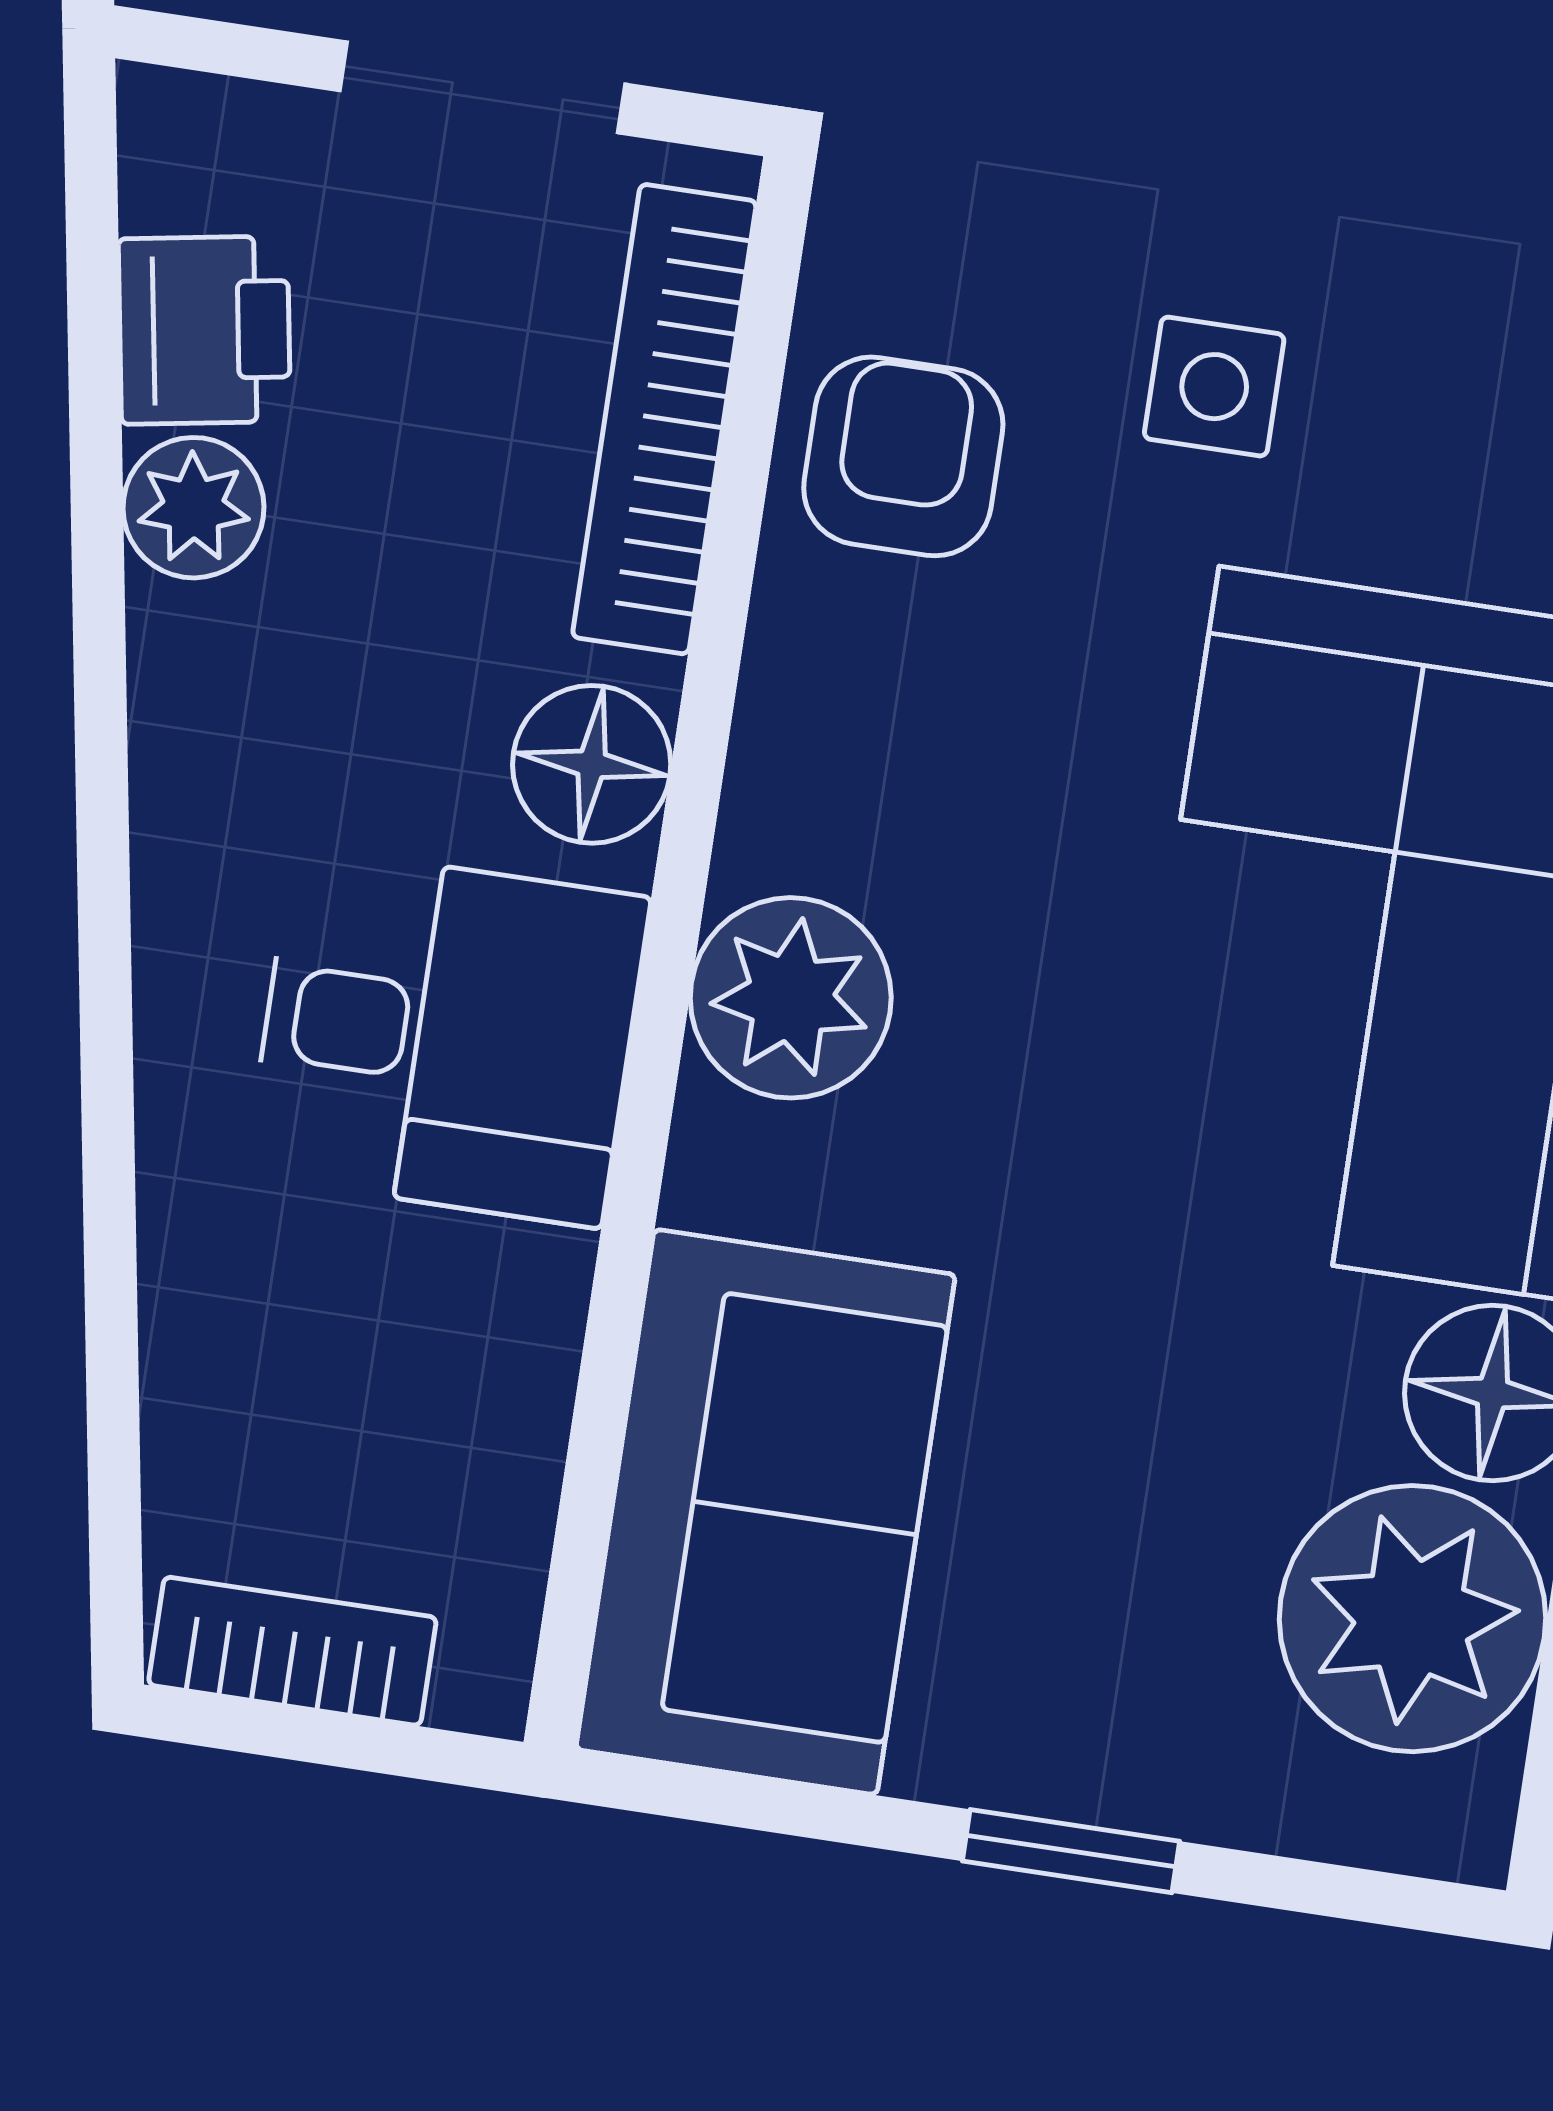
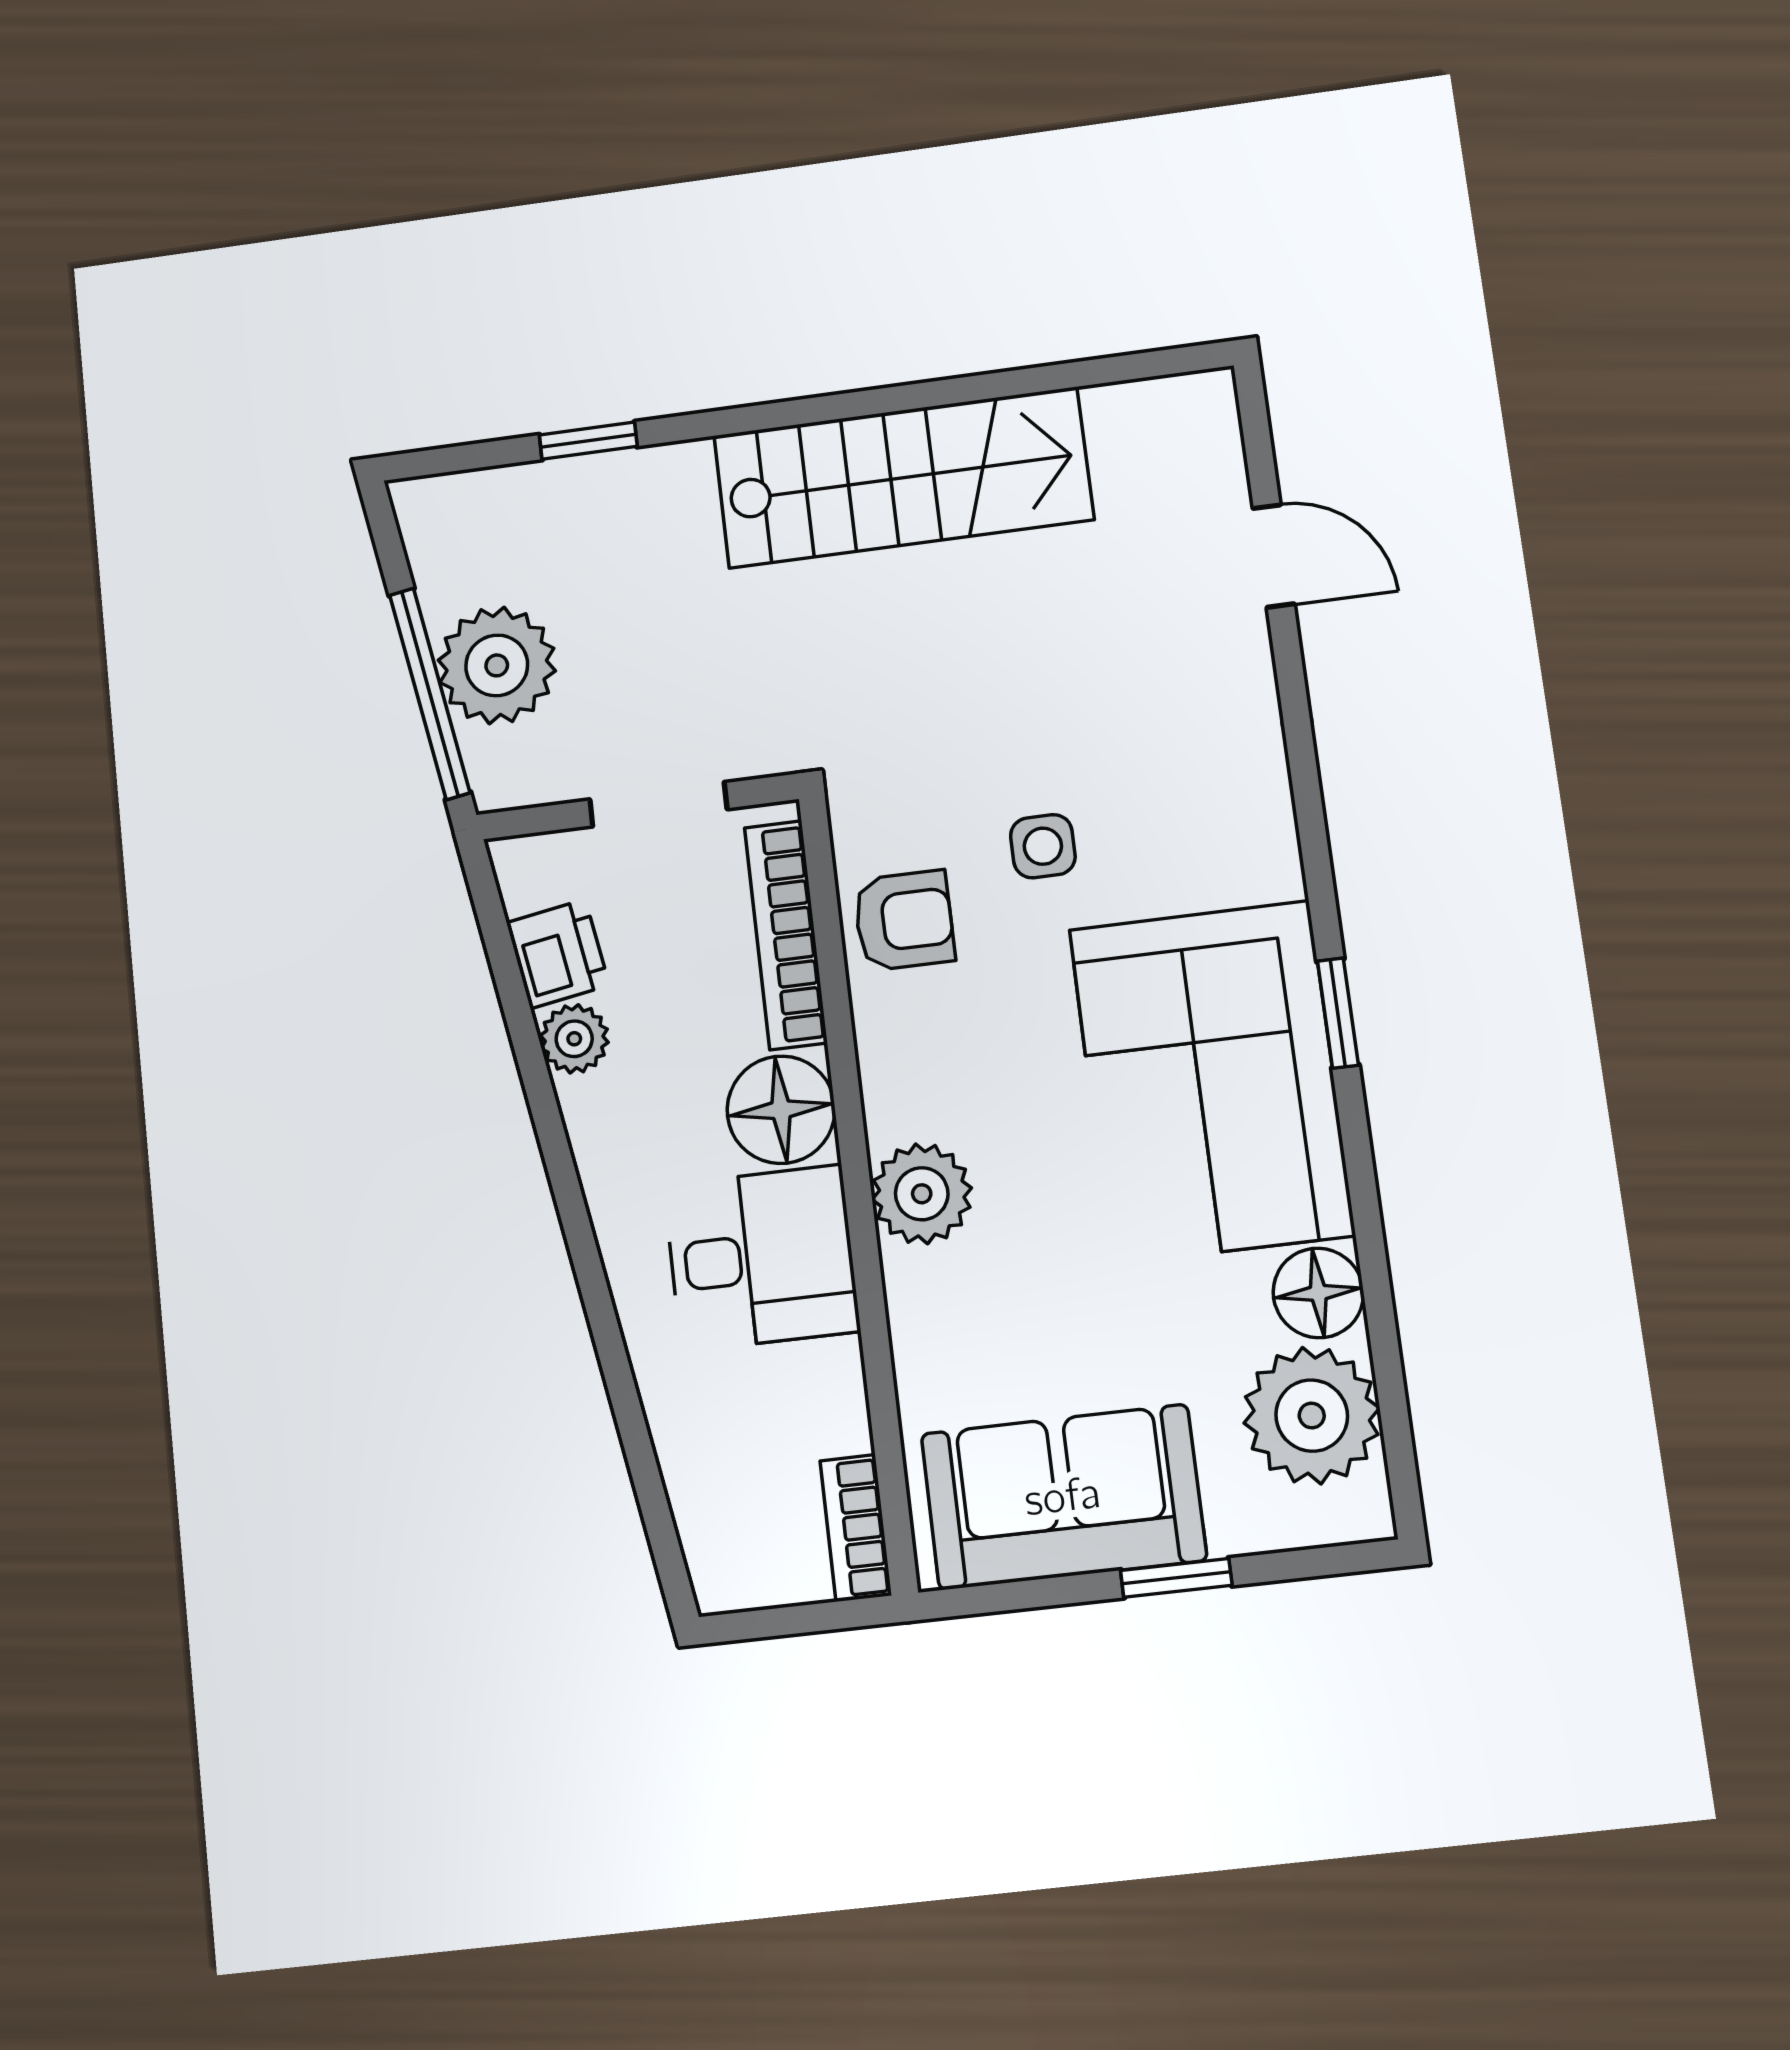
armchair: (903, 456) -> (904, 921), turned 90
floor lamp: (592, 764) -> (781, 1110), width x1.38, depth x1.38
sofa: (766, 1512) -> (1063, 1497), moved, turned -90
bookcase: (292, 1651) -> (856, 1528), moved, turned -90

